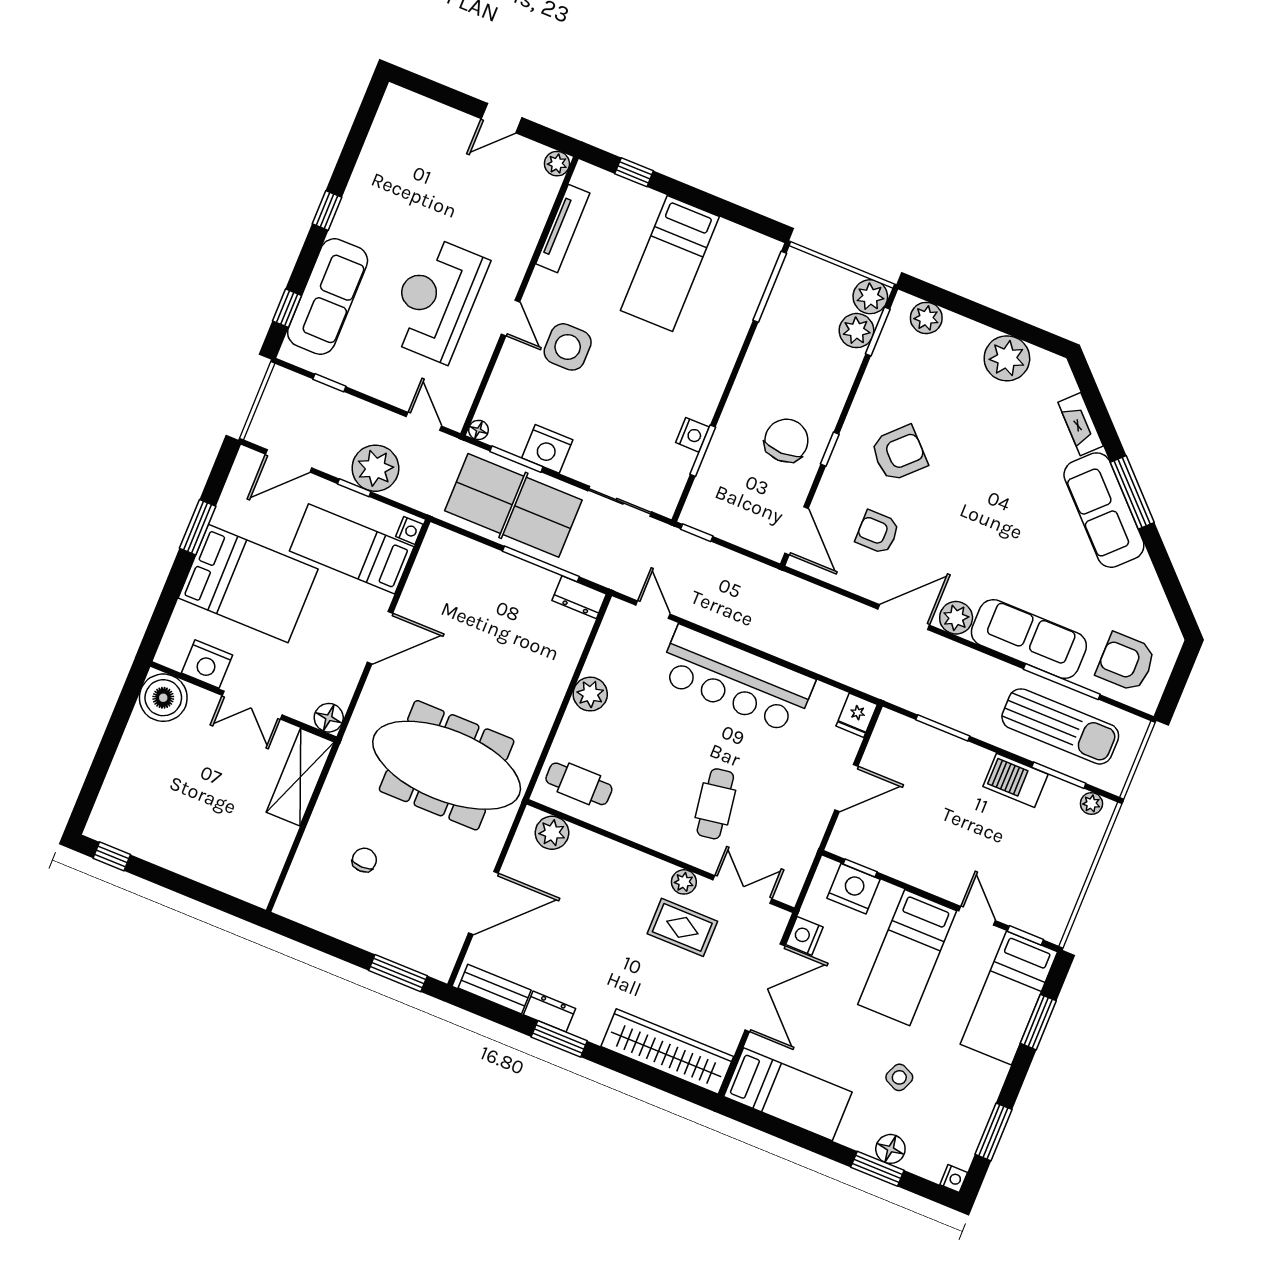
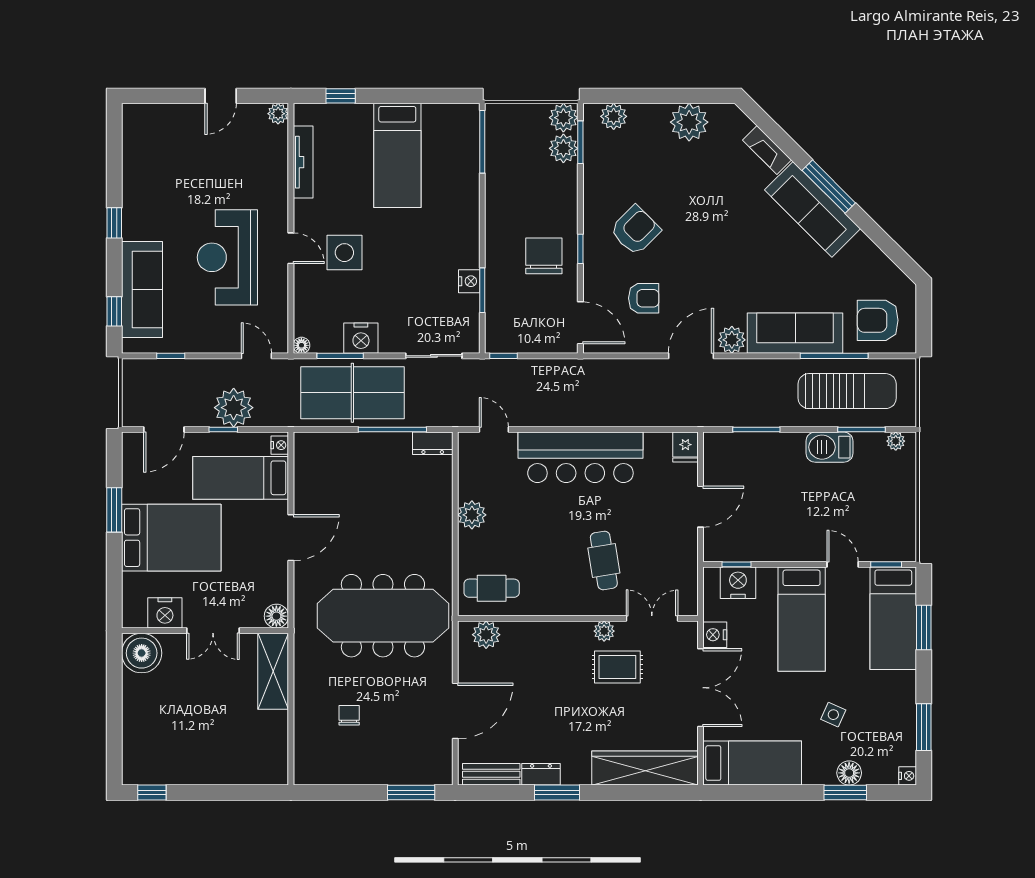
armchair: (877, 532) -> (644, 298), turned 180

